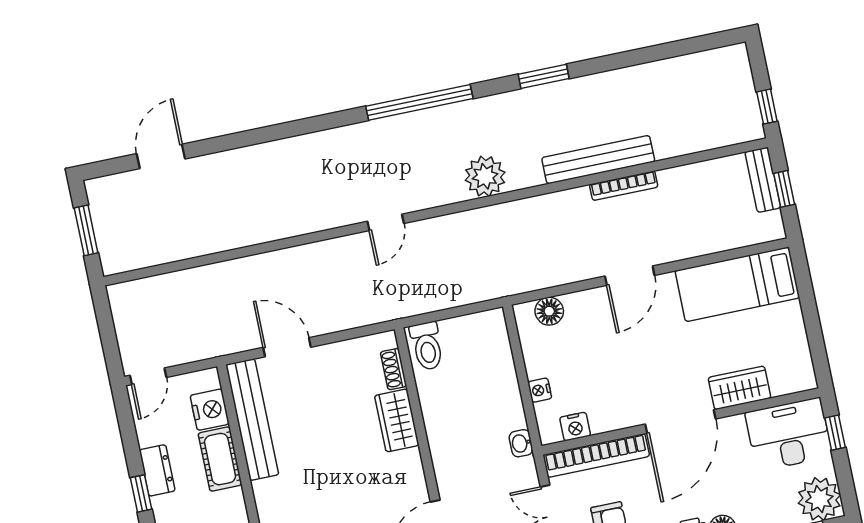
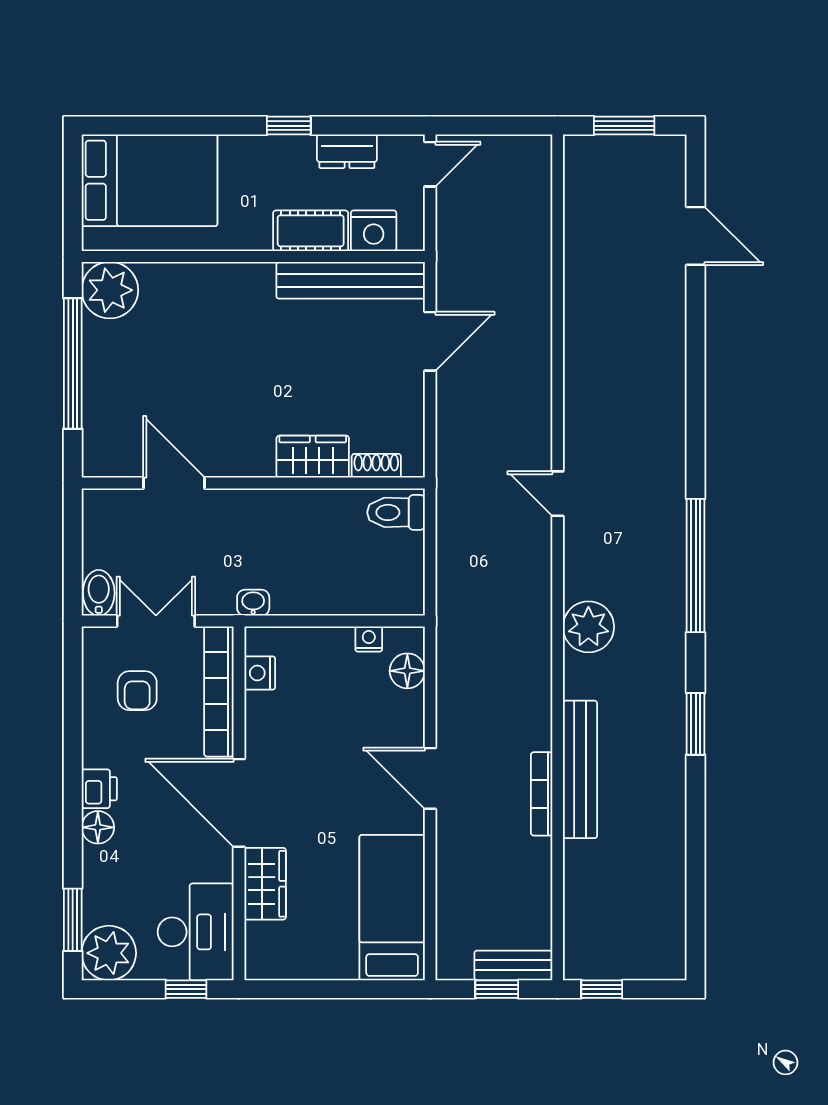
door: (148, 376) -> (430, 164), swing flipped
nightstand: (540, 390) -> (369, 639), moved
dresser: (157, 470) -> (347, 151), moved

